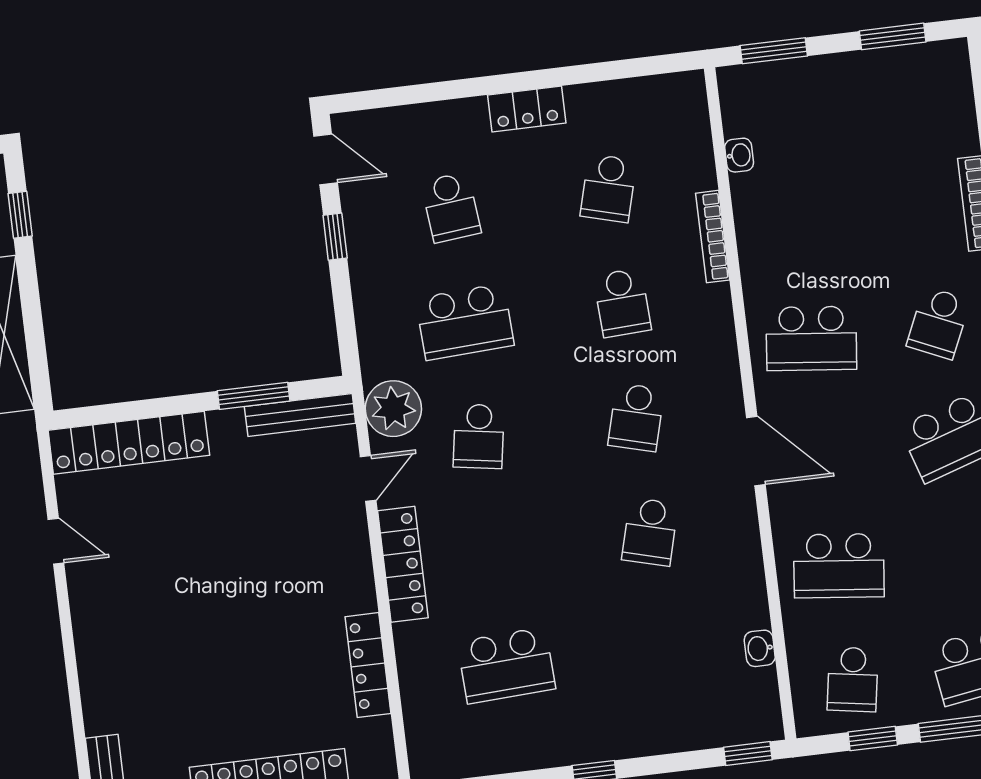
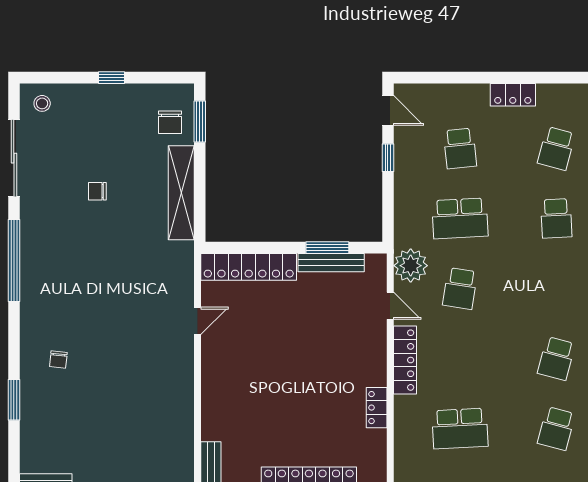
window: (20, 215) -> (200, 122), width x1.50
bench: (300, 415) -> (331, 263), moved
school desk: (636, 417) -> (556, 429), moved
door: (368, 478) -> (390, 306), hinge flipped
door: (56, 541) -> (198, 321), hinge flipped
locker: (368, 665) -> (377, 408), width x0.66

